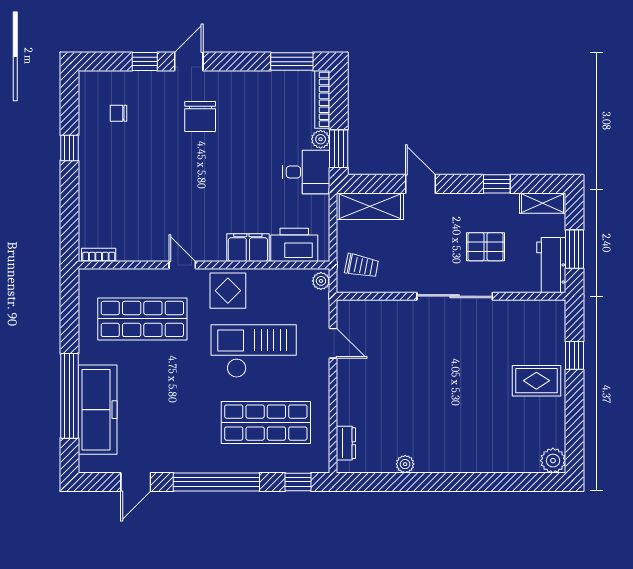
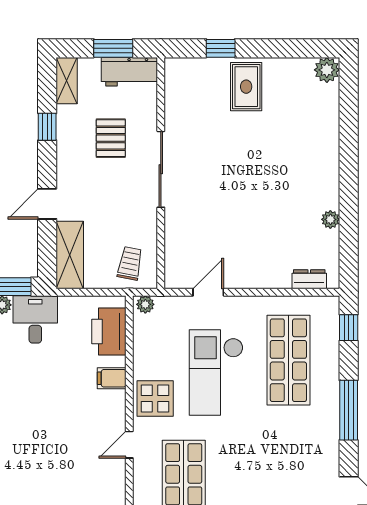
filing cabinet: (248, 248) -> (112, 378), width x0.50
window: (216, 482) -> (349, 410), width x0.68

